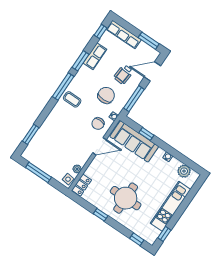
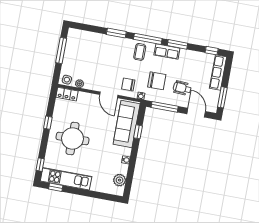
row of seats: (95, 56) -> (167, 52), moved
window: (31, 134) -> (116, 33), moved
kitchen unit: (170, 206) -> (66, 179), moved

